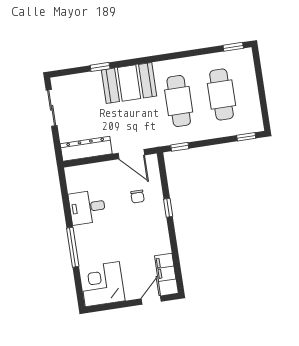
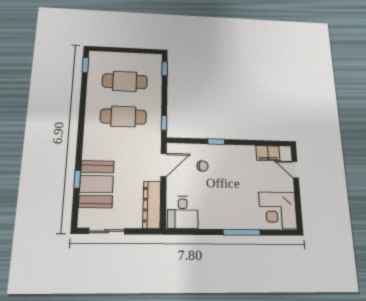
booth: (129, 83) -> (97, 184), moved
desk: (87, 207) -> (183, 212), moved

